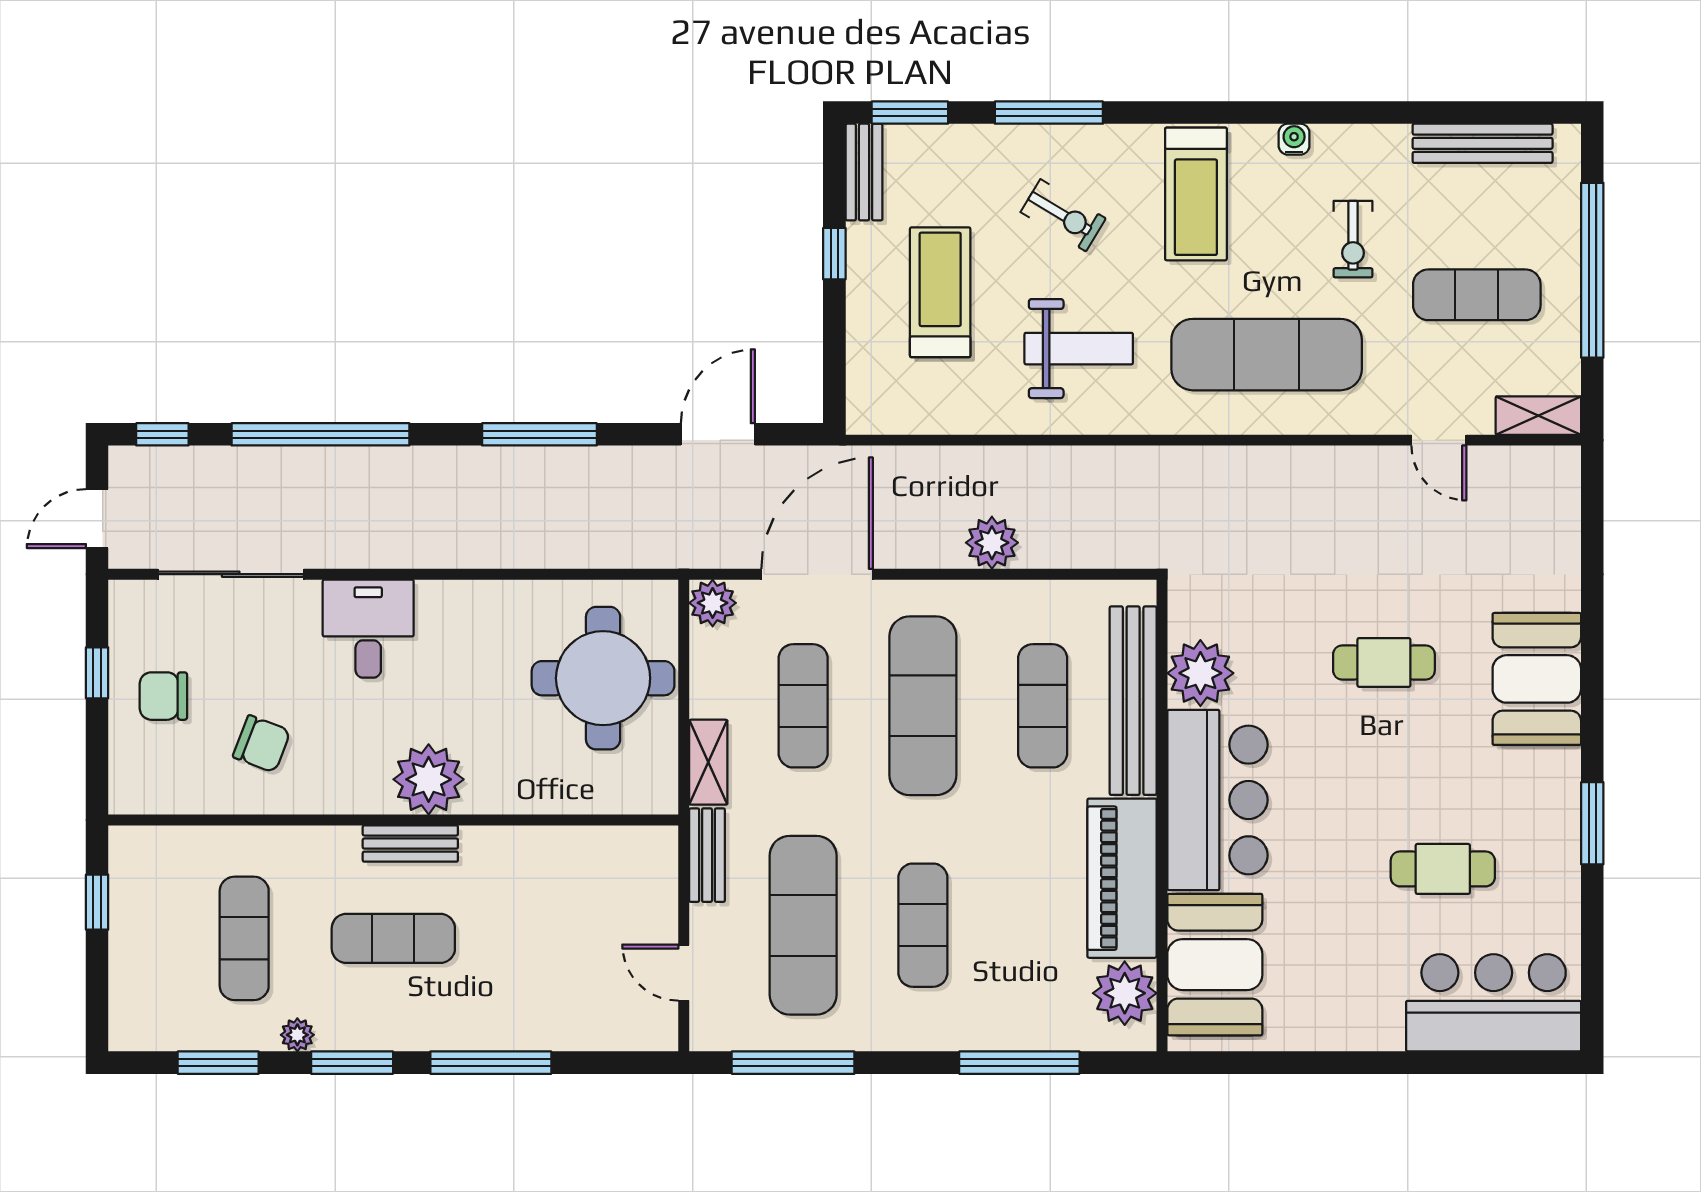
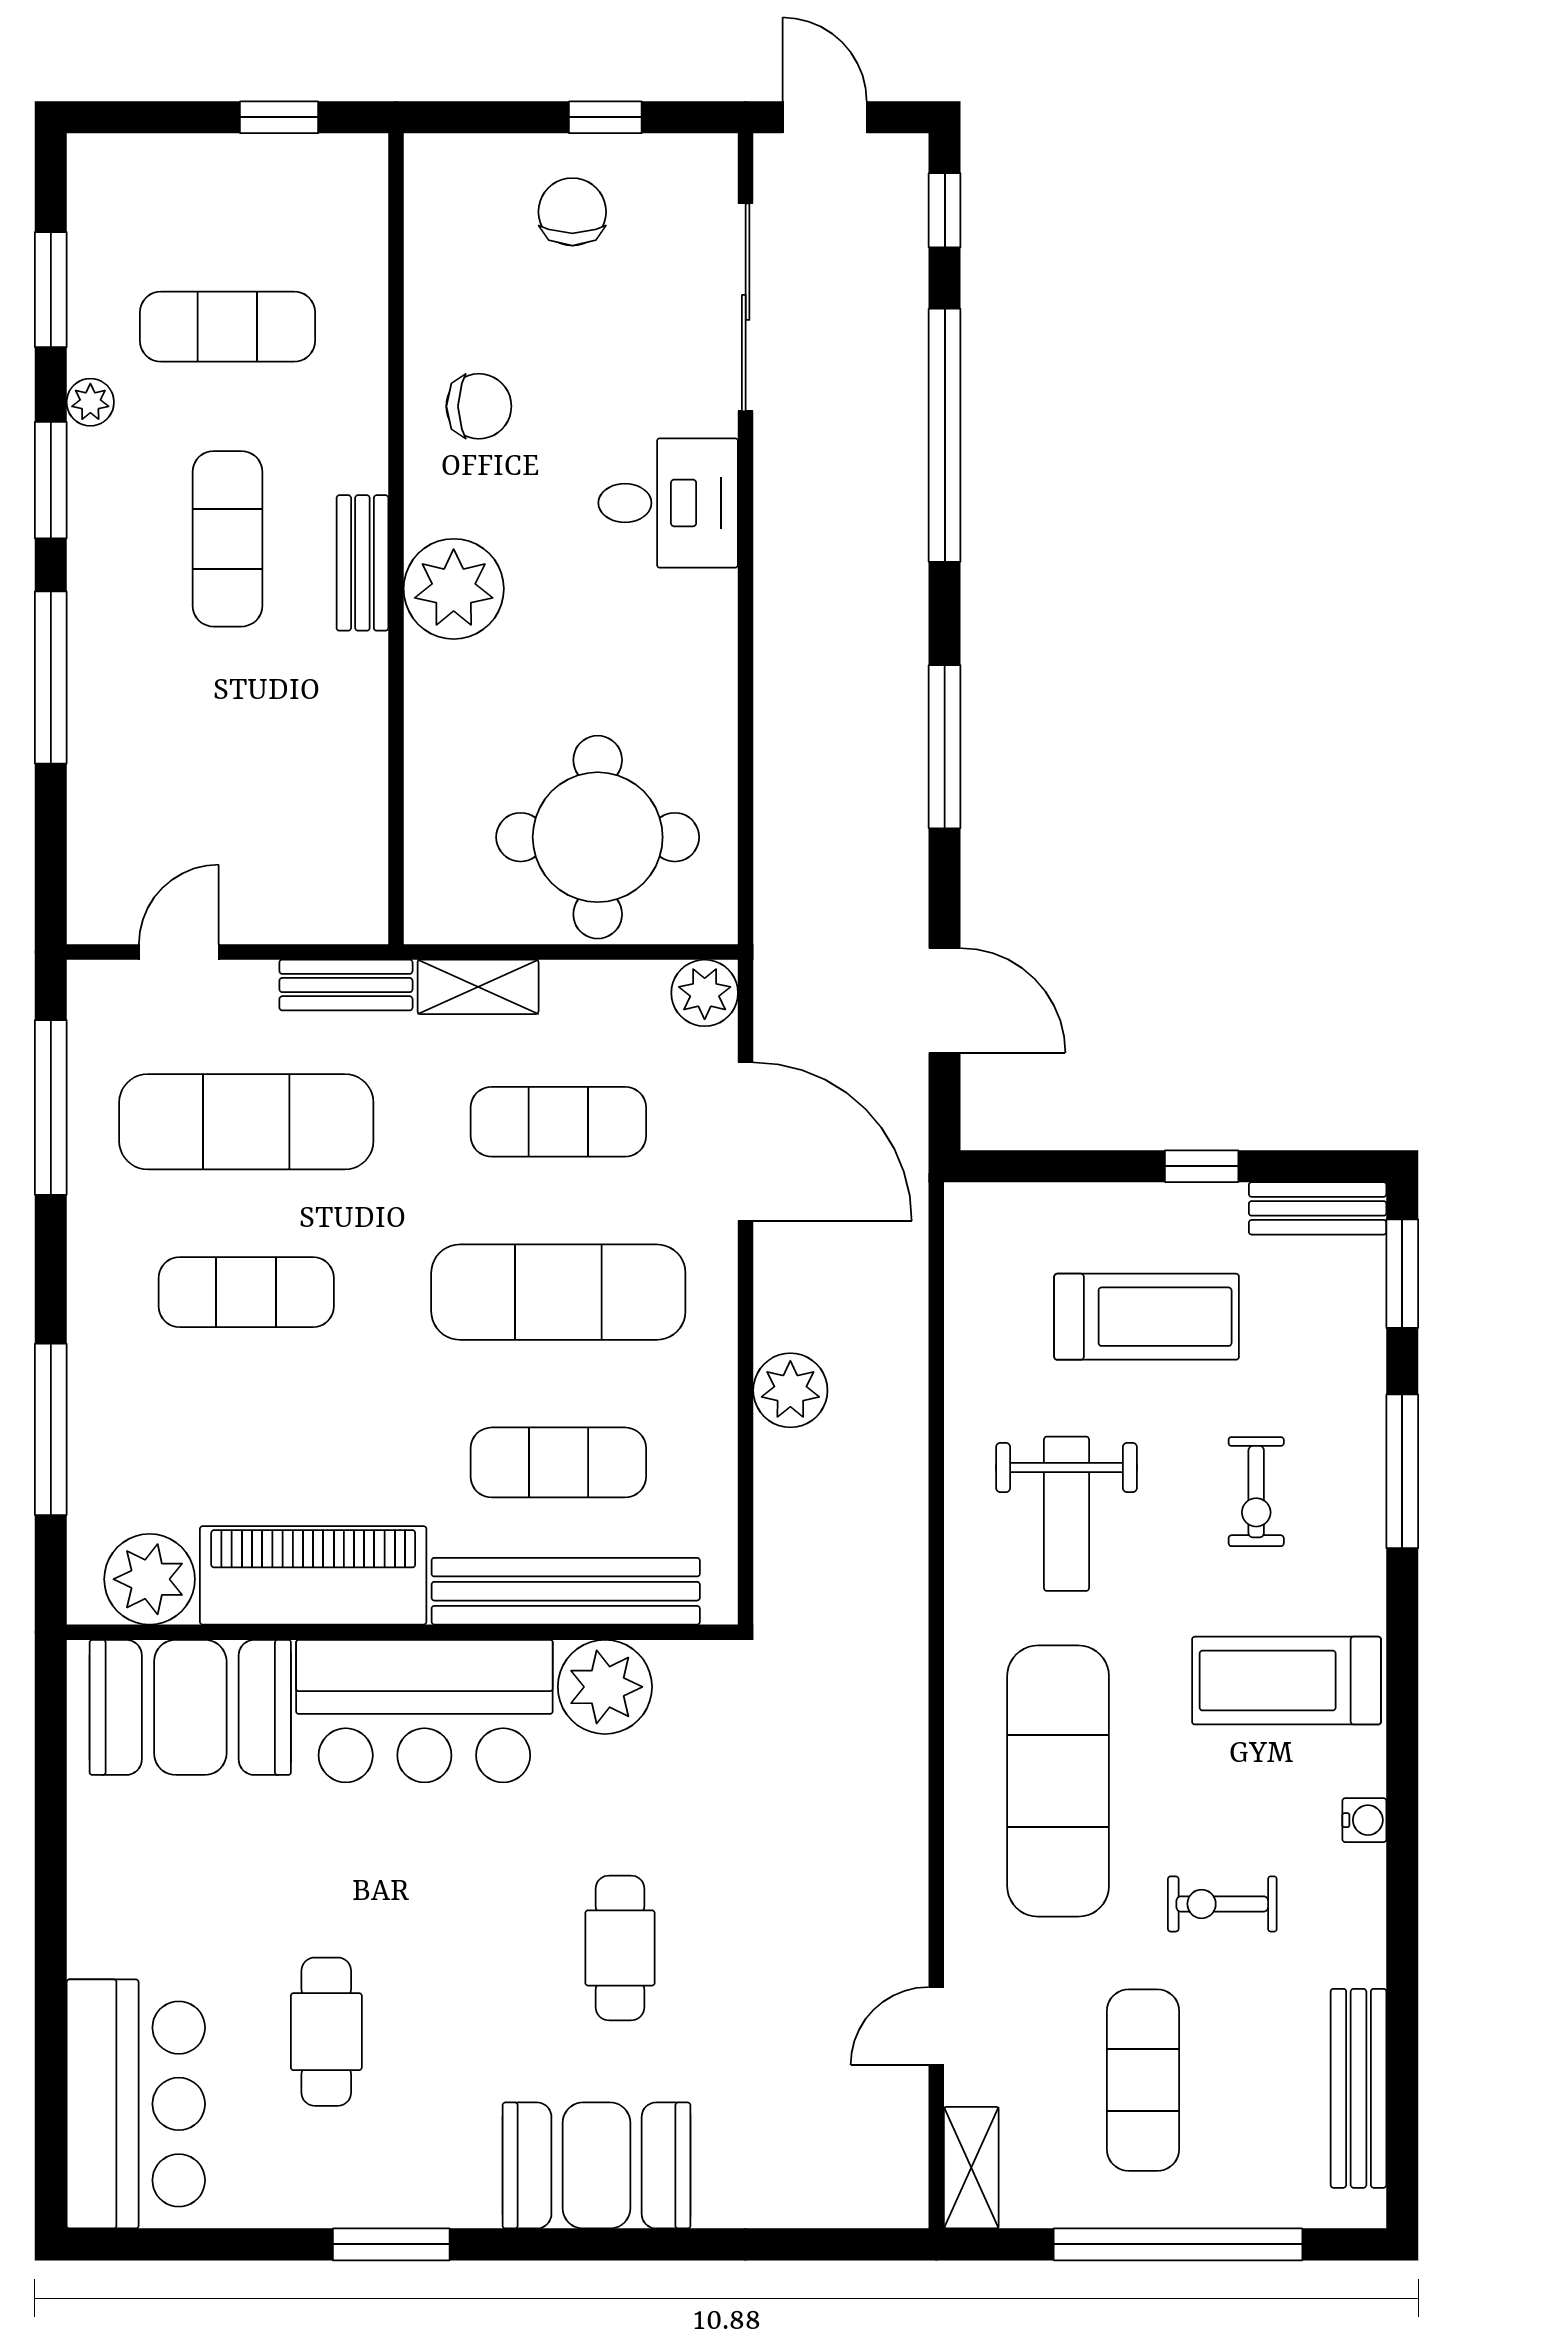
exercise bike: (1063, 215) -> (1256, 1492), turned -31
chair: (262, 744) -> (479, 406), moved, turned -111

